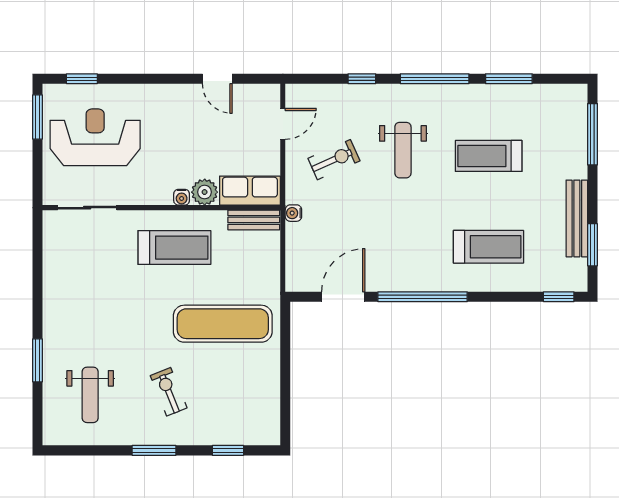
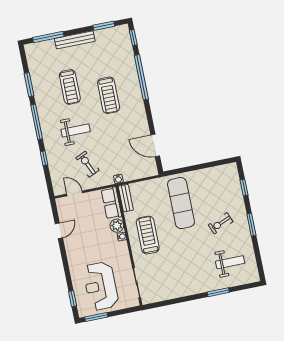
bench: (577, 218) -> (75, 40), moved
treadmill: (489, 247) -> (109, 95), moved, turned 180
window: (423, 297) -> (141, 77), moved

